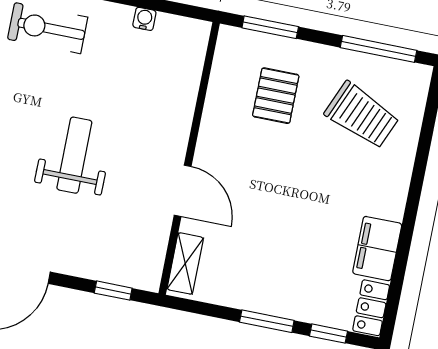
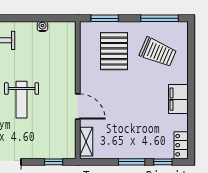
pallet: (276, 96) -> (114, 51), width x1.50, depth x1.42
weight bench: (74, 155) -> (22, 100), turned 180
filing cabinet: (377, 249) -> (178, 99), moved

